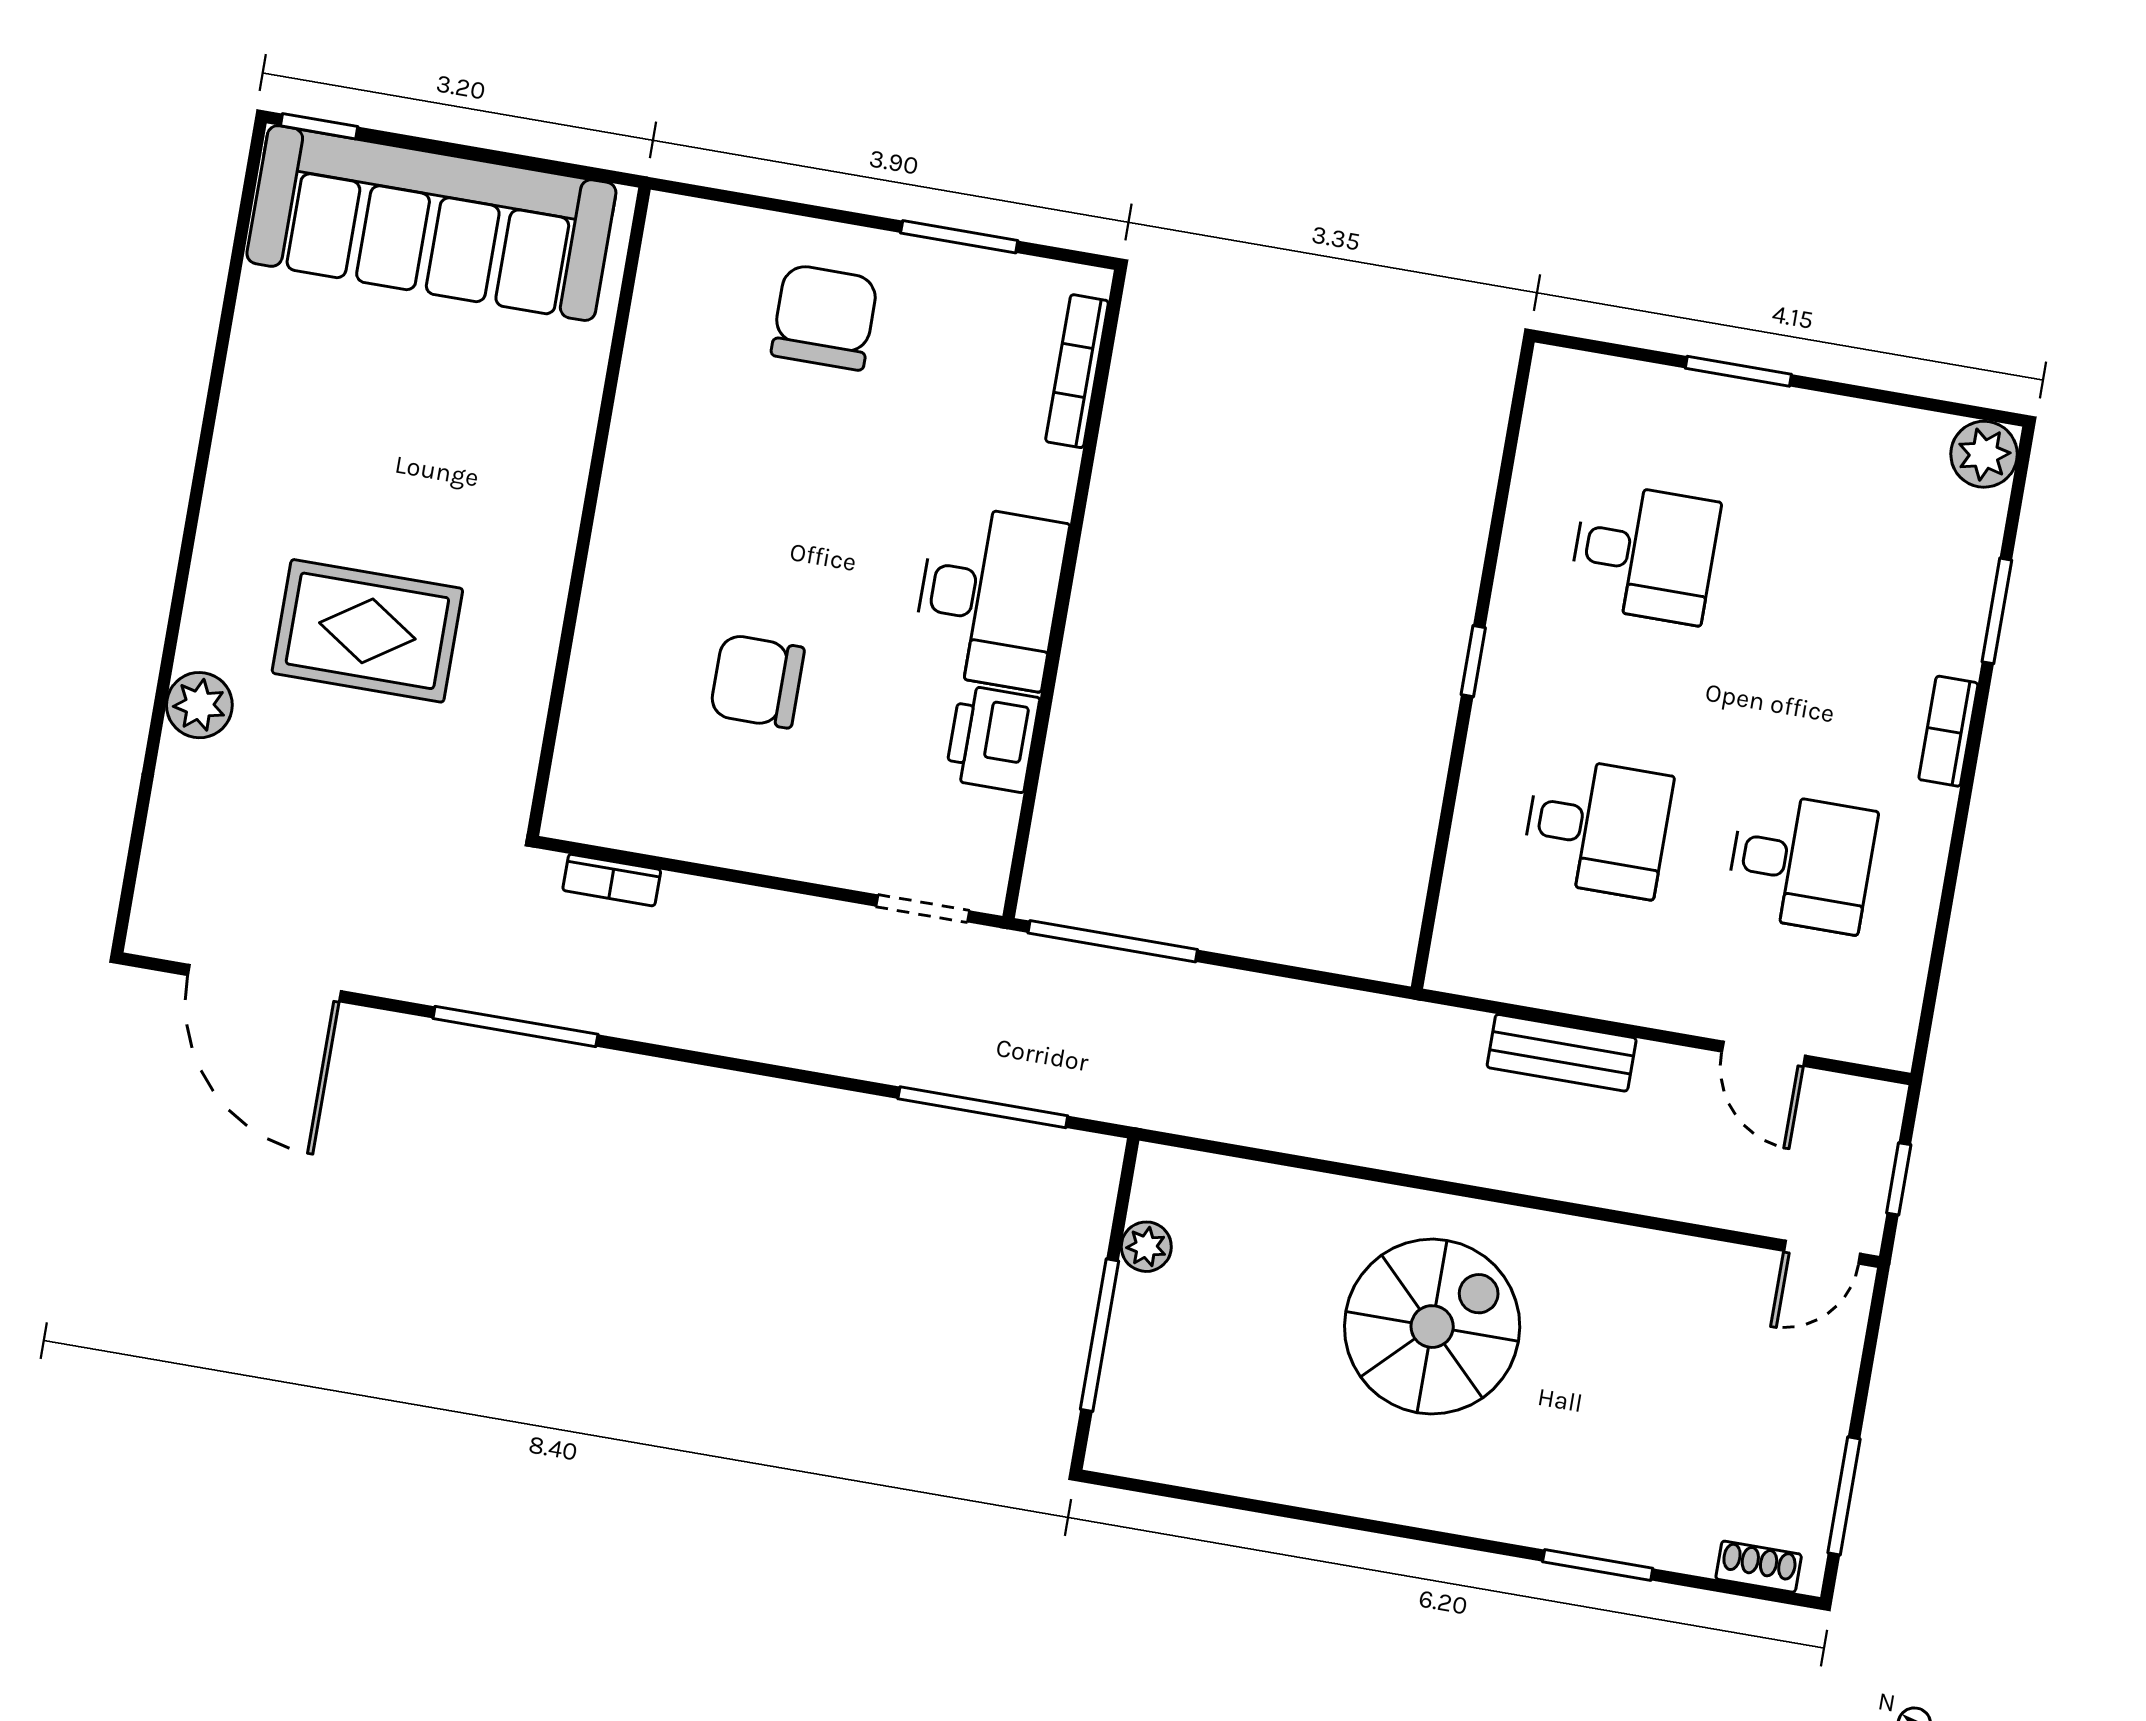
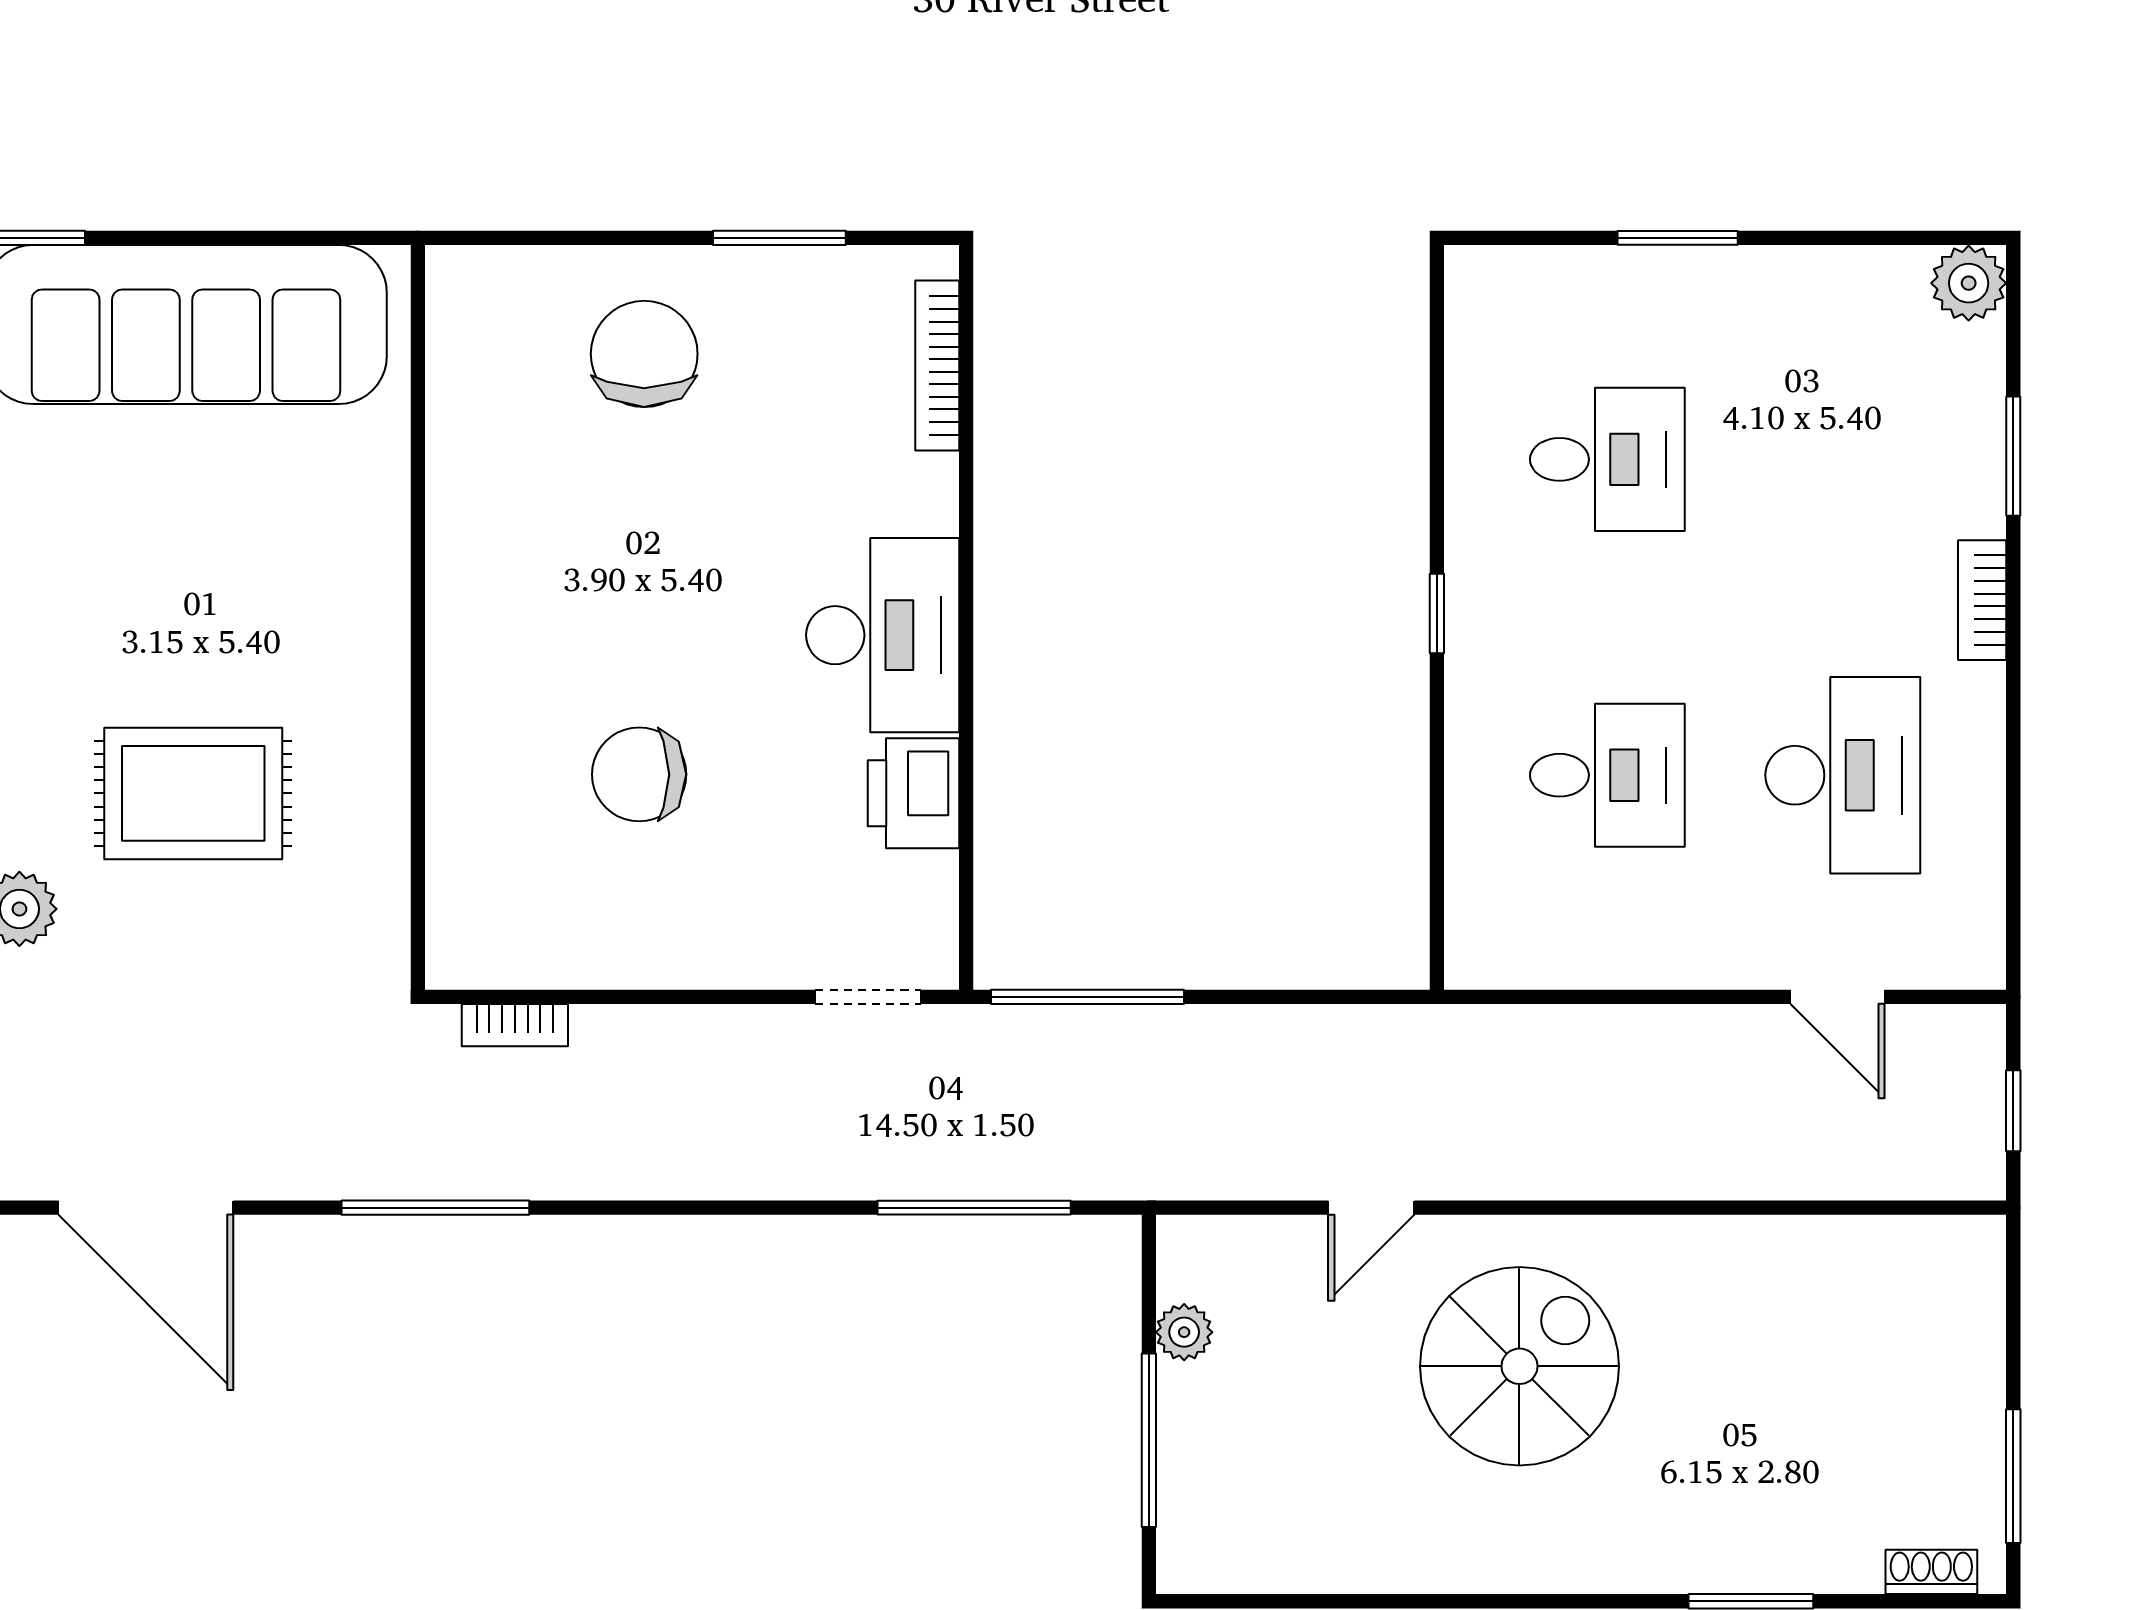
desk: (1801, 862) -> (1843, 775), width x1.37
bench: (1562, 1053) -> (1611, 1035), removed
door: (1822, 1252) -> (1371, 1208), moved

